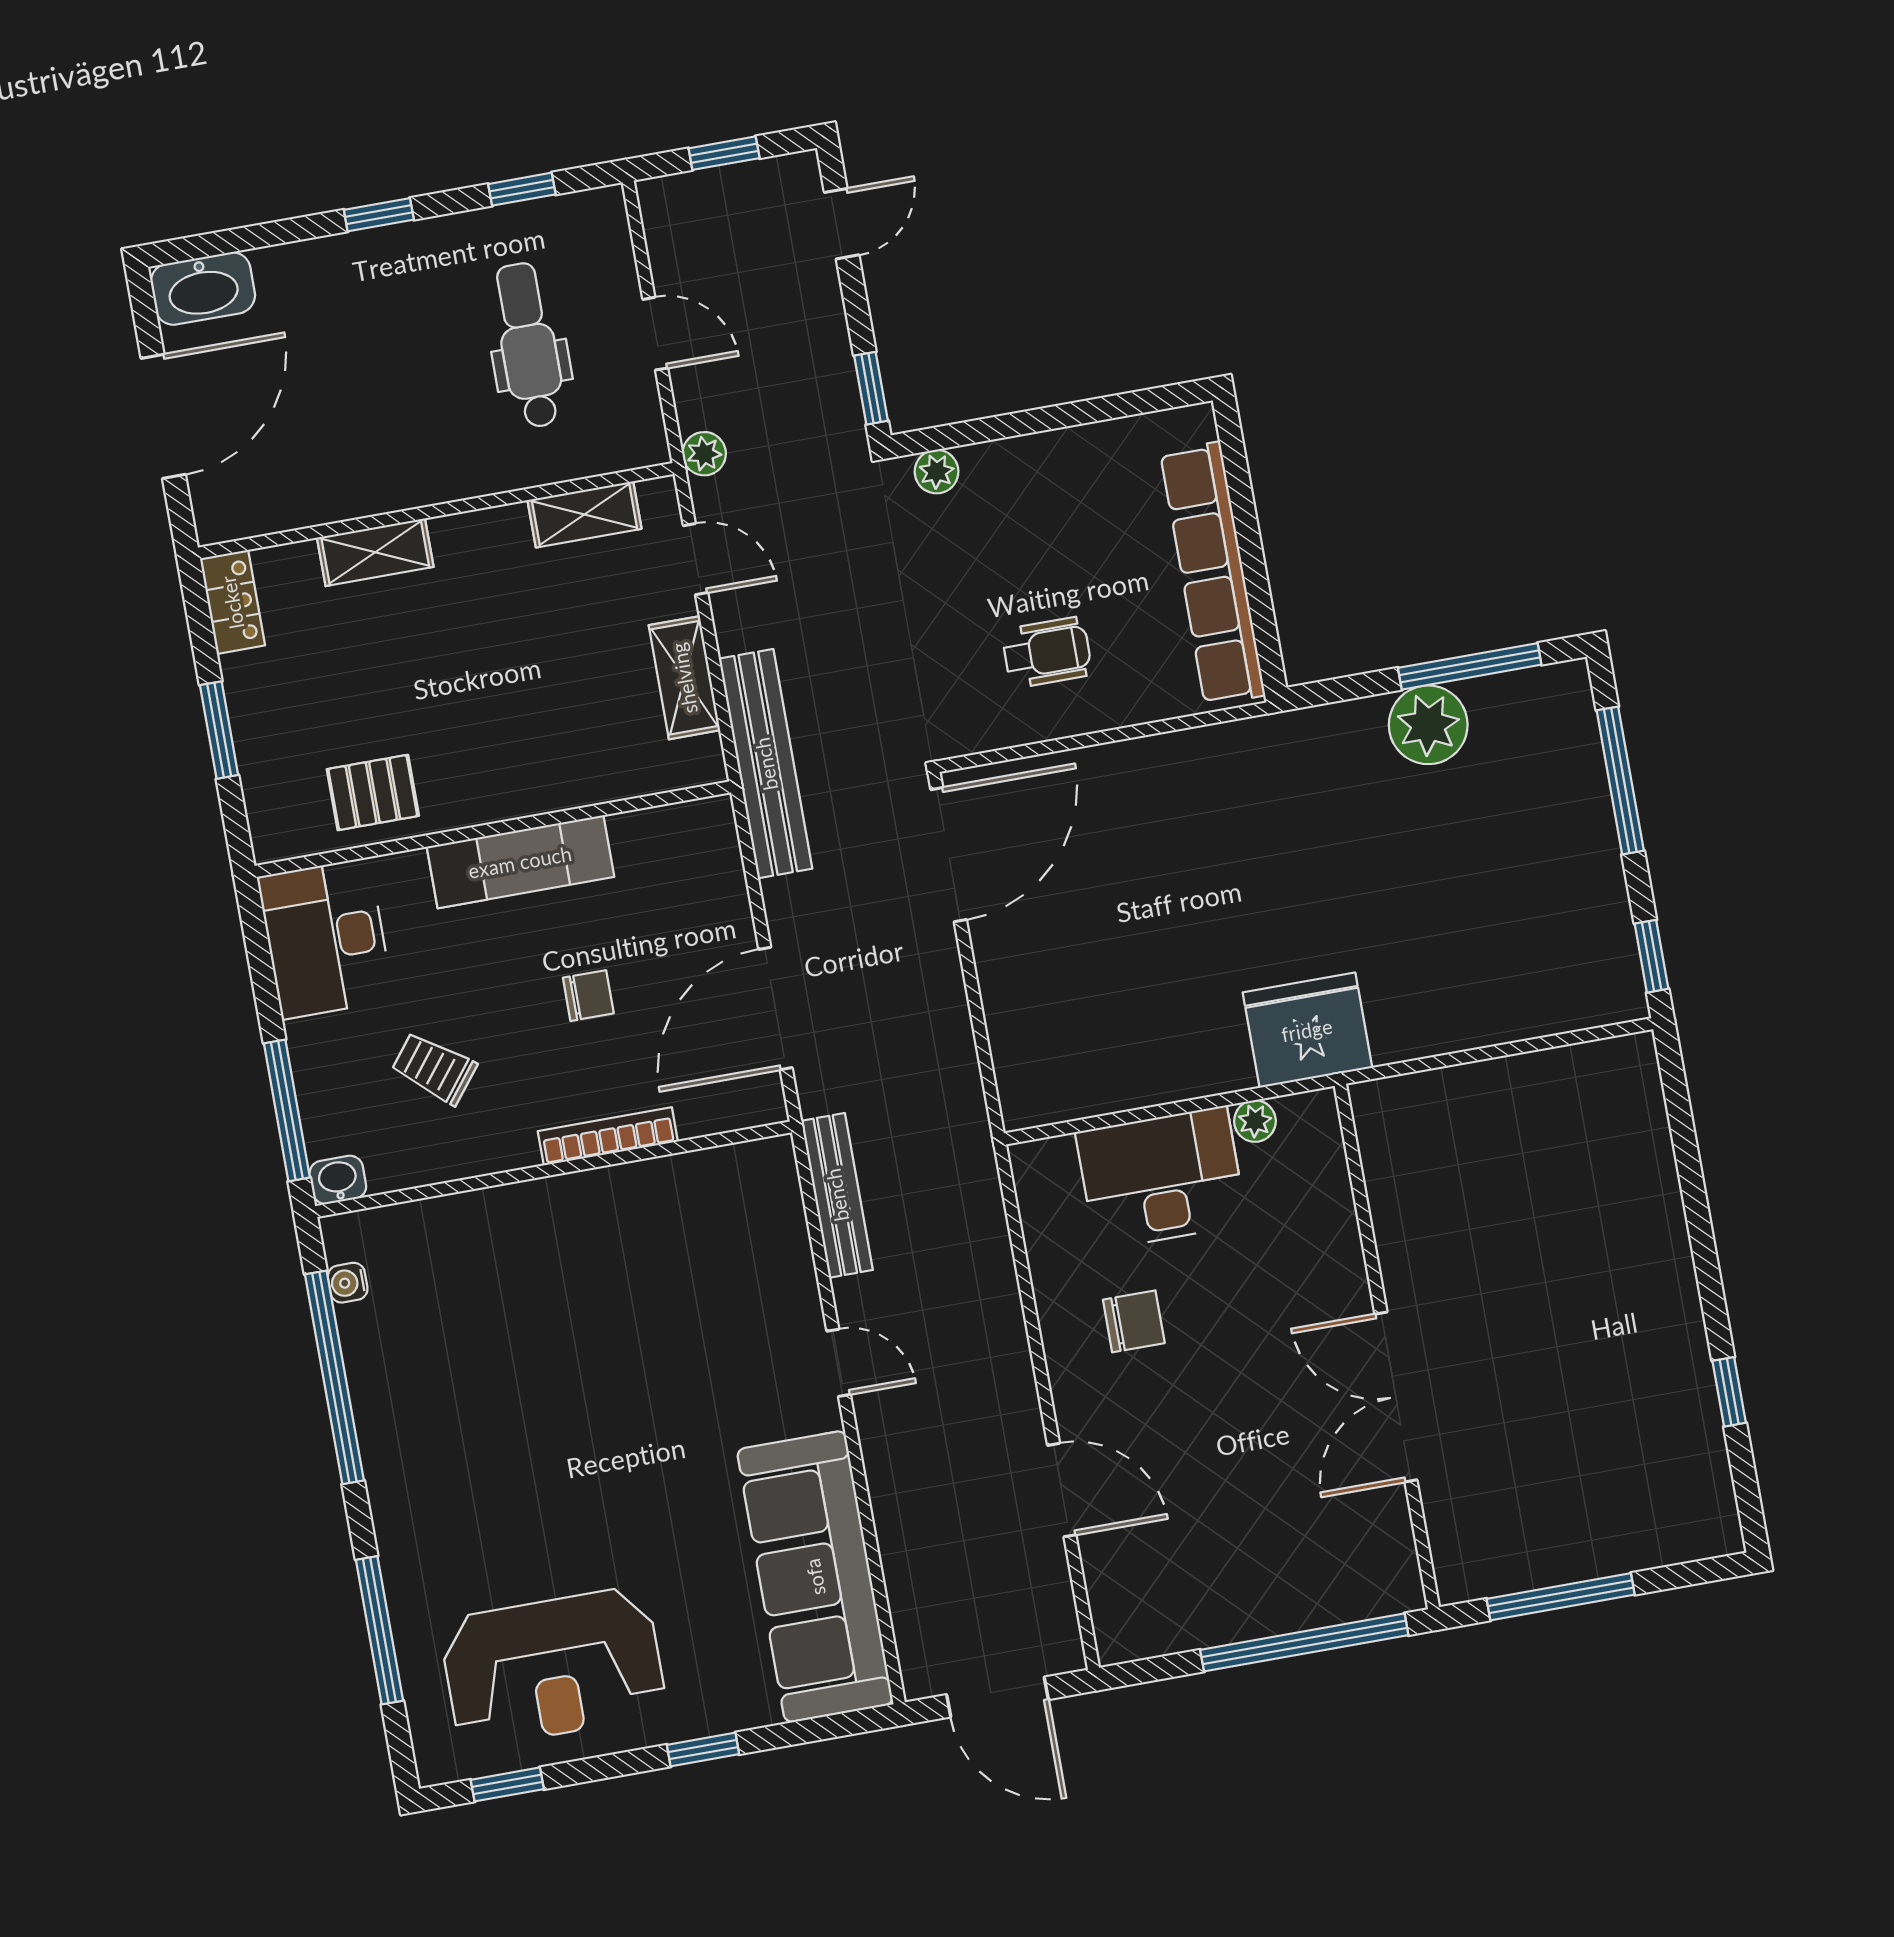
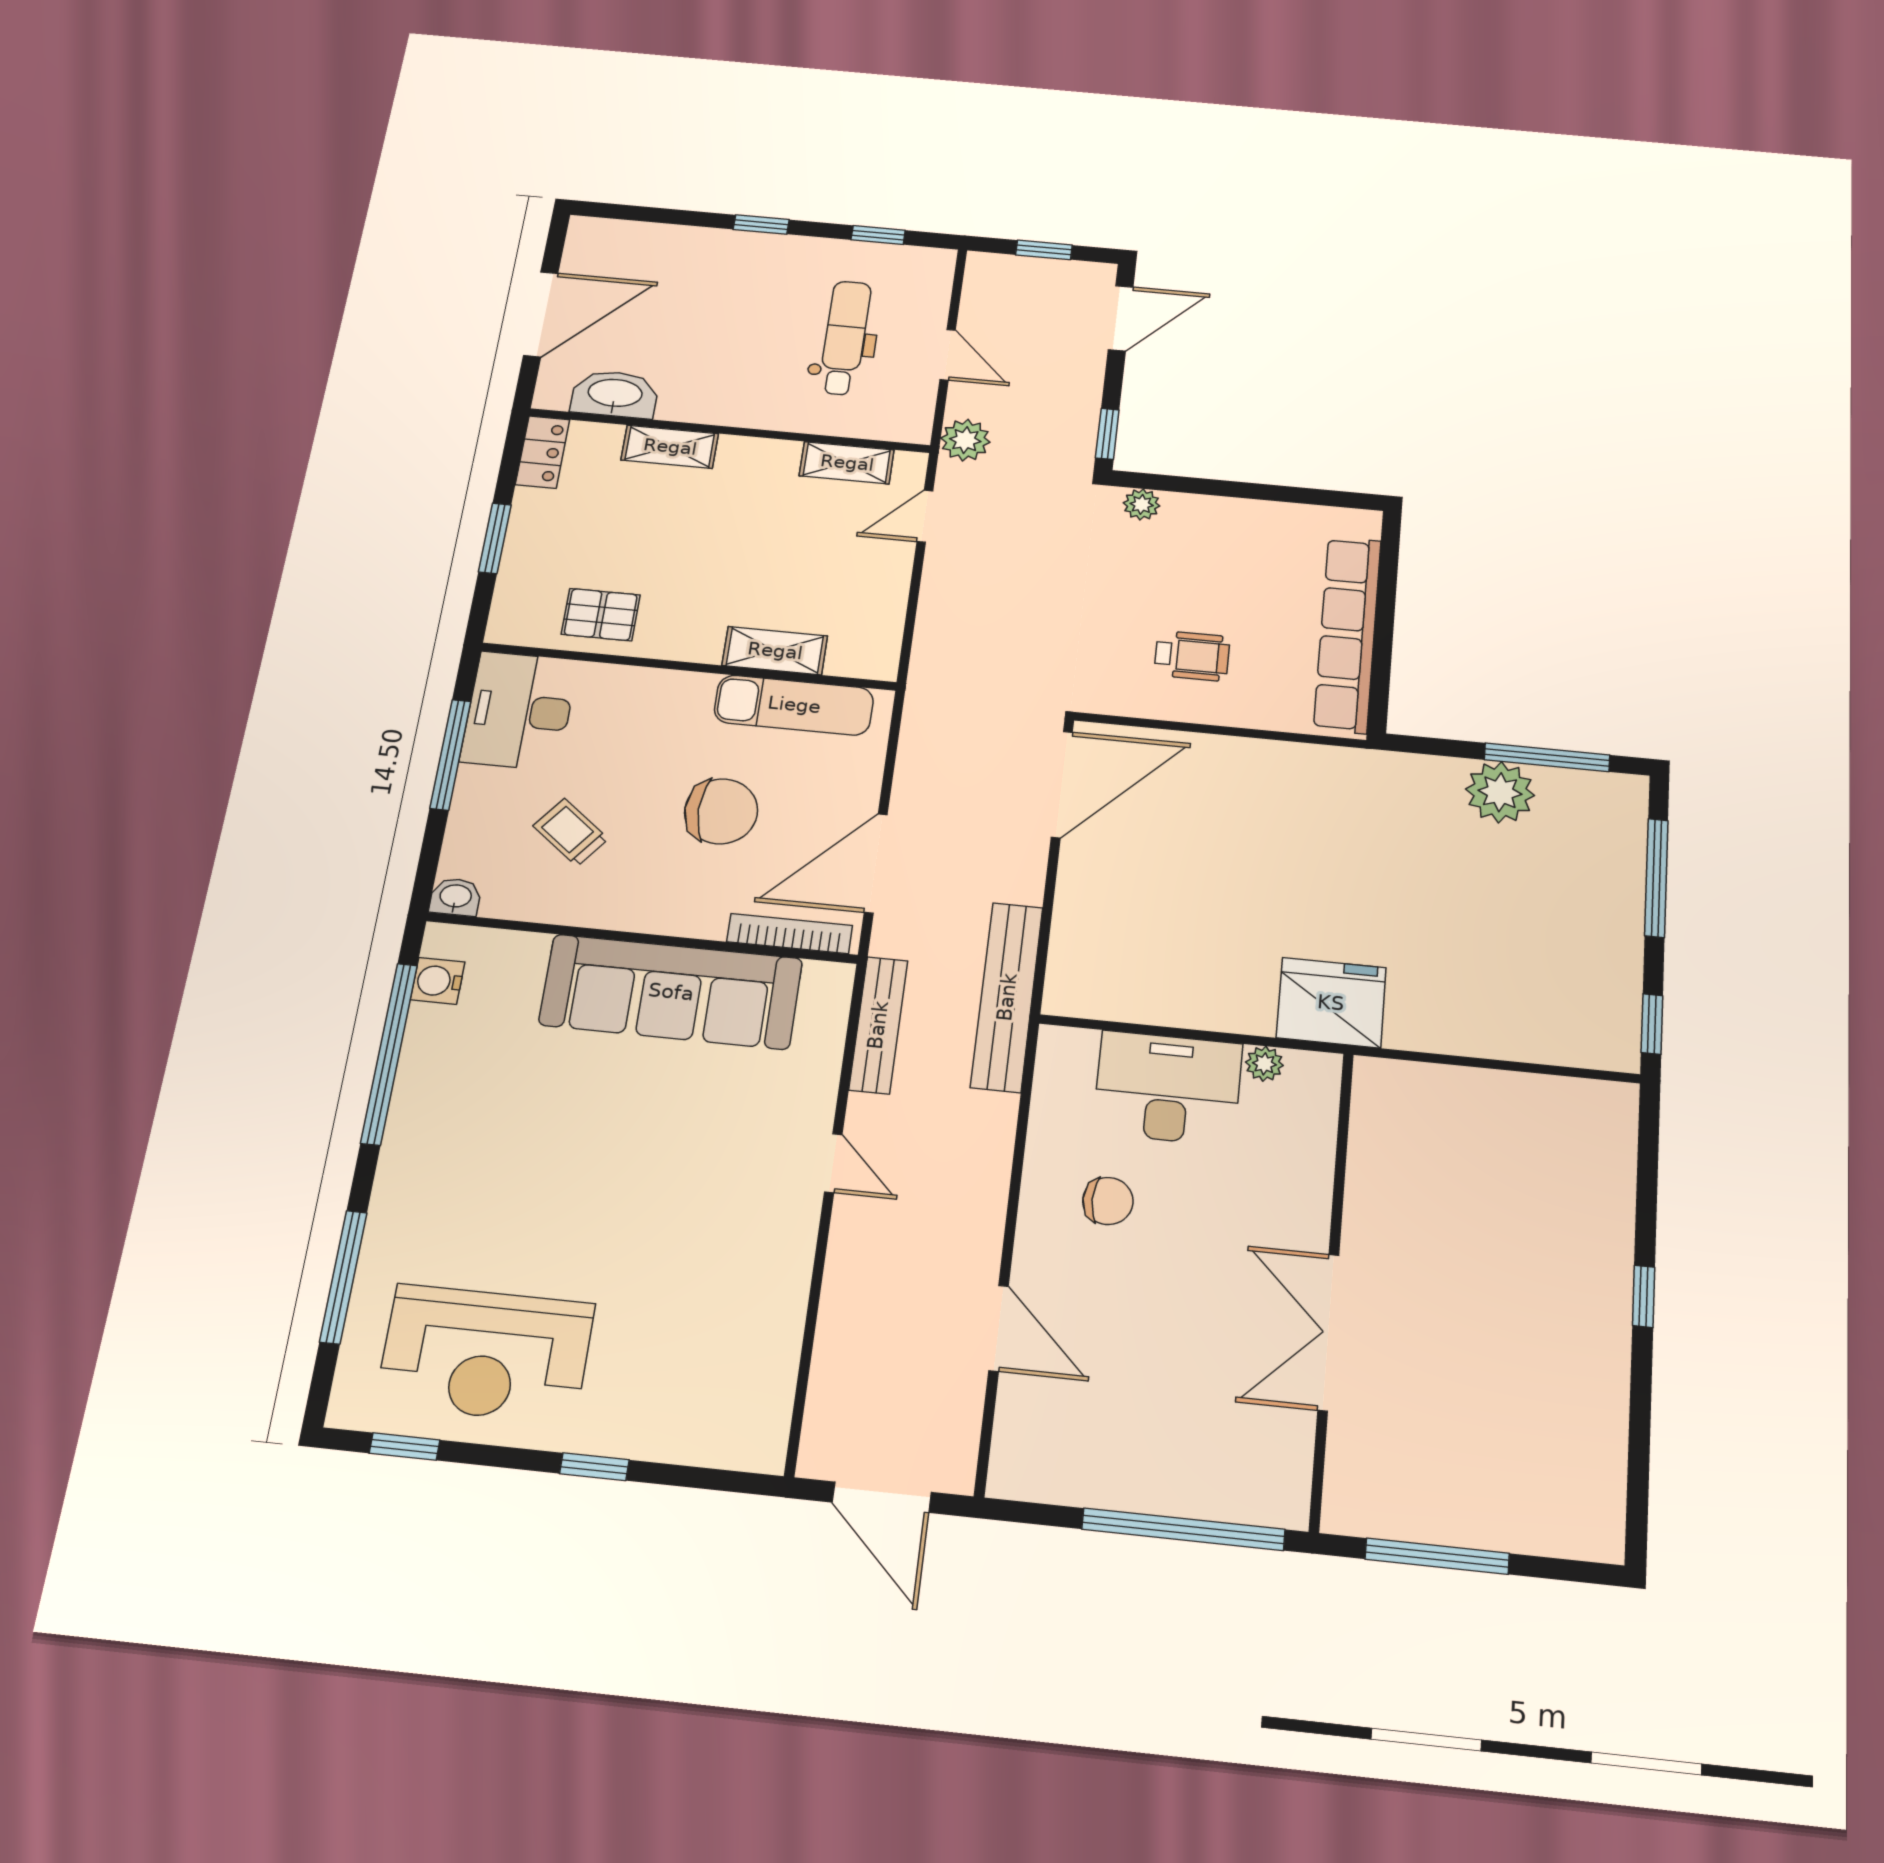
door: (842, 224) -> (1121, 318), width x1.38
washbasin: (203, 288) -> (615, 394), moved, turned 180
plant: (704, 454) -> (965, 440), width x1.38, depth x1.38
door: (695, 559) -> (925, 516), swing flipped
shelving: (684, 678) -> (775, 651), moved, turned 90
bench: (766, 764) -> (1007, 997), moved
exam couch: (520, 862) -> (794, 705), moved
chair: (588, 996) -> (721, 811), width x1.87, depth x1.87
window: (287, 1110) -> (450, 755), moved
bookcase: (608, 1136) -> (790, 934), moved
water cooler: (348, 1283) -> (438, 981), width x1.38, depth x1.38
window: (1729, 1392) -> (1644, 1296), moved
sofa: (815, 1577) -> (671, 992), moved, turned -90

